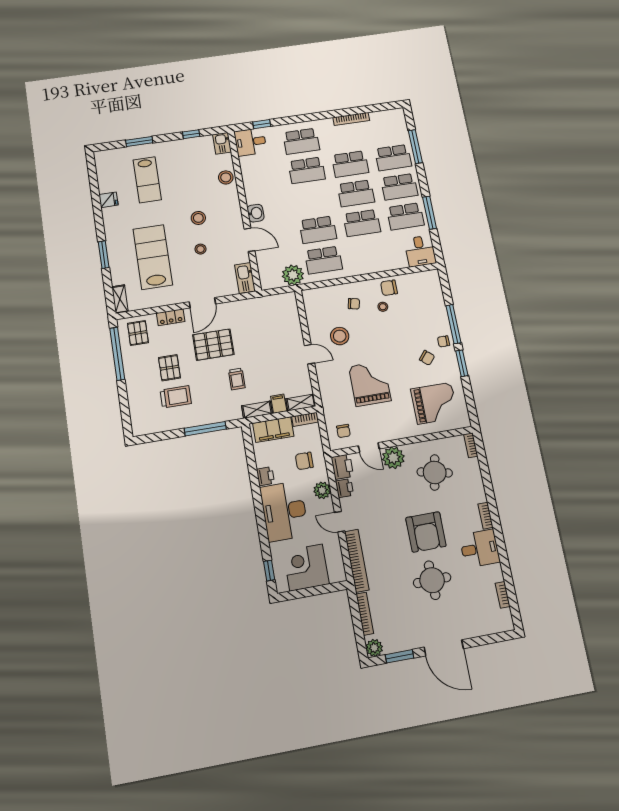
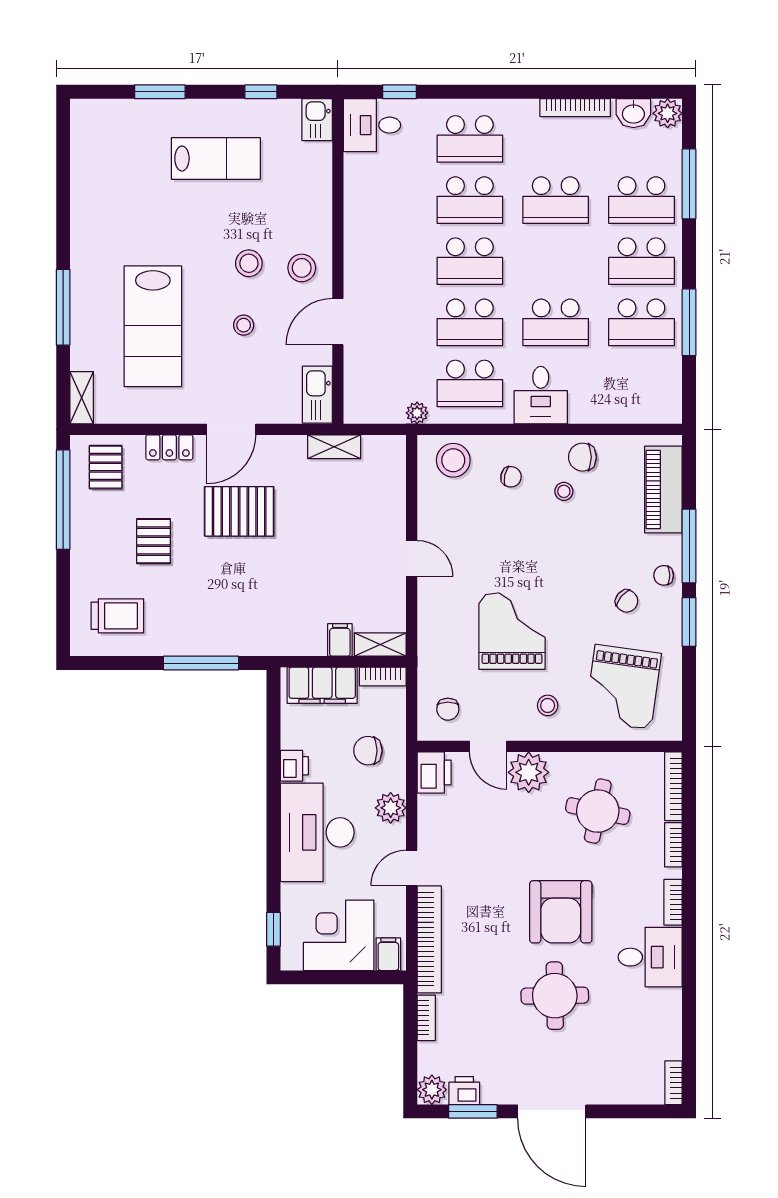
plant: (398, 115) -> (668, 113), added
stool: (226, 177) -> (302, 268), moved
lab bench: (147, 180) -> (216, 159), moved, turned -90
school desk: (356, 193) -> (470, 261), moved
fridge: (109, 200) -> (86, 201), removed
washbasin: (256, 213) -> (633, 113), moved, turned 90
door: (249, 240) -> (338, 322), swing flipped
desk: (420, 251) -> (541, 395), moved
window: (104, 255) -> (63, 307), width x1.44
lab bench: (153, 257) -> (153, 326), turned 180
plant: (293, 275) -> (417, 413), width x0.53, depth x0.53
piano: (434, 298) -> (663, 490), added
stool: (340, 336) -> (453, 460), moved
trolley: (237, 379) -> (272, 582), removed
trolley: (176, 397) -> (117, 616), moved
grand piano: (434, 403) -> (623, 687), turned 98
shelving: (257, 410) -> (334, 447), moved
stool: (396, 420) -> (548, 705), added
bookcase: (471, 445) -> (673, 786), width x1.56
bookcase: (479, 484) -> (673, 845), added
printer: (345, 488) -> (464, 1091), moved, turned -90
door: (340, 522) -> (412, 868), hinge flipped
filing cabinet: (336, 573) -> (388, 954), added
bookcase: (503, 595) -> (674, 1083), moved
bookcase: (365, 614) -> (426, 1018), width x0.64

